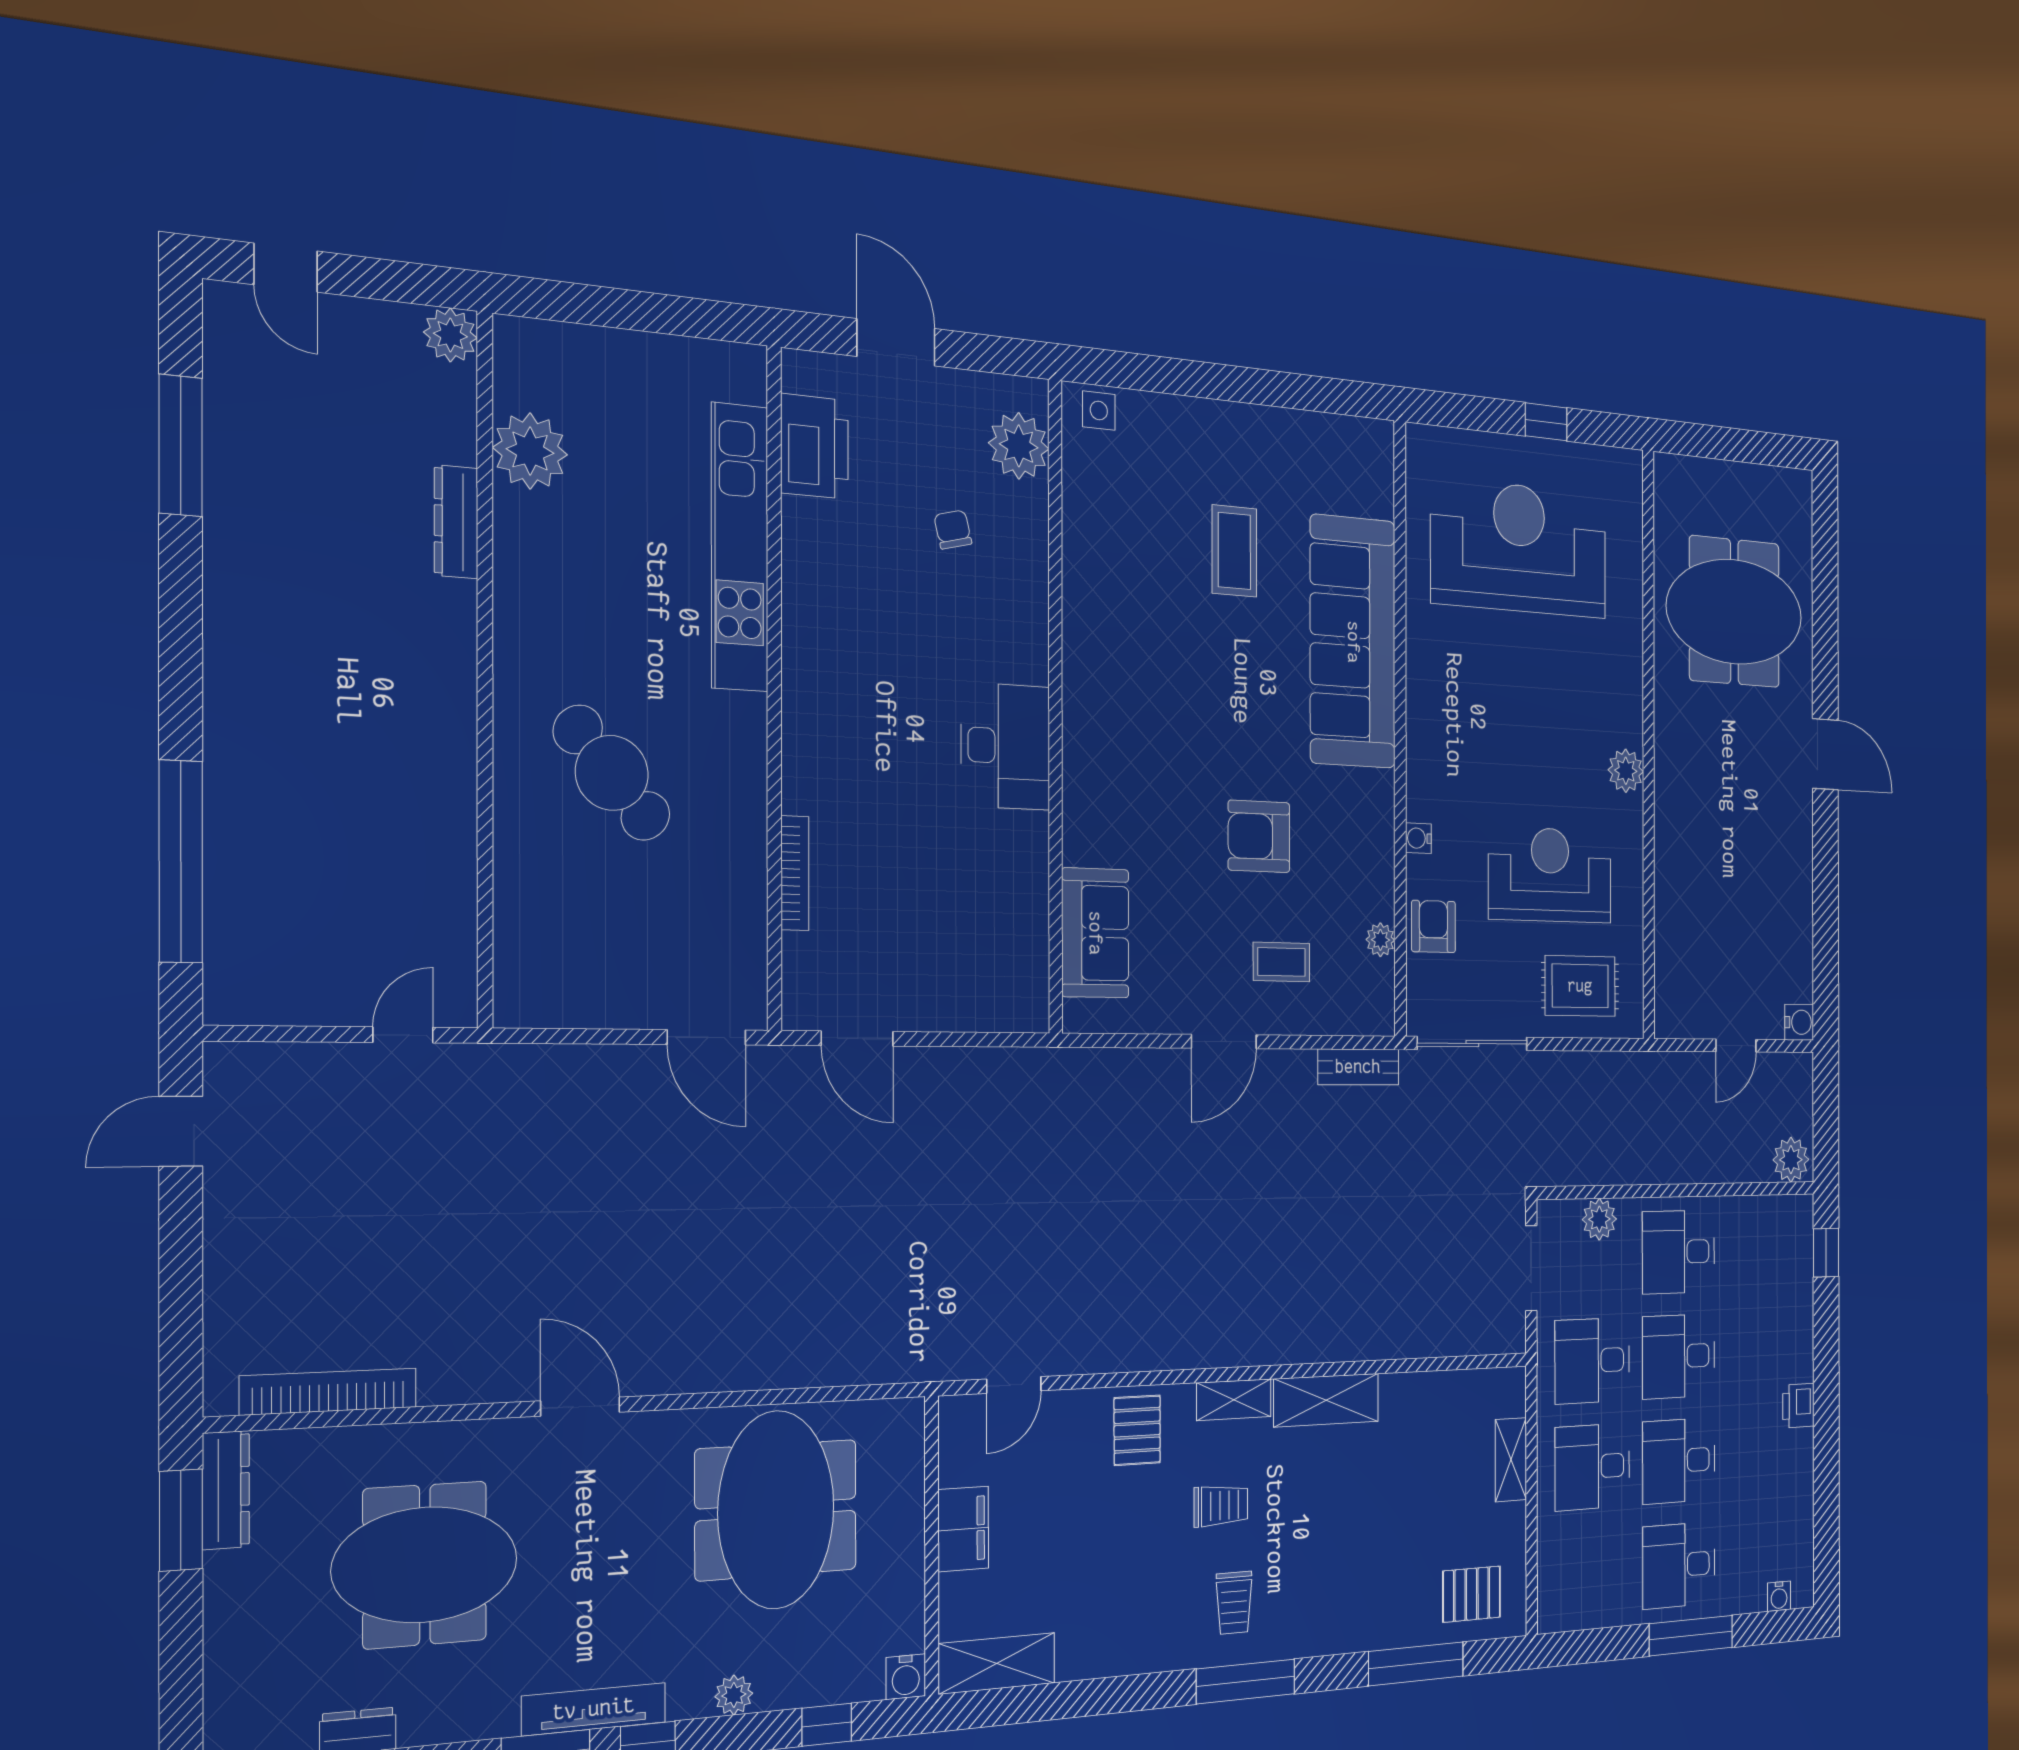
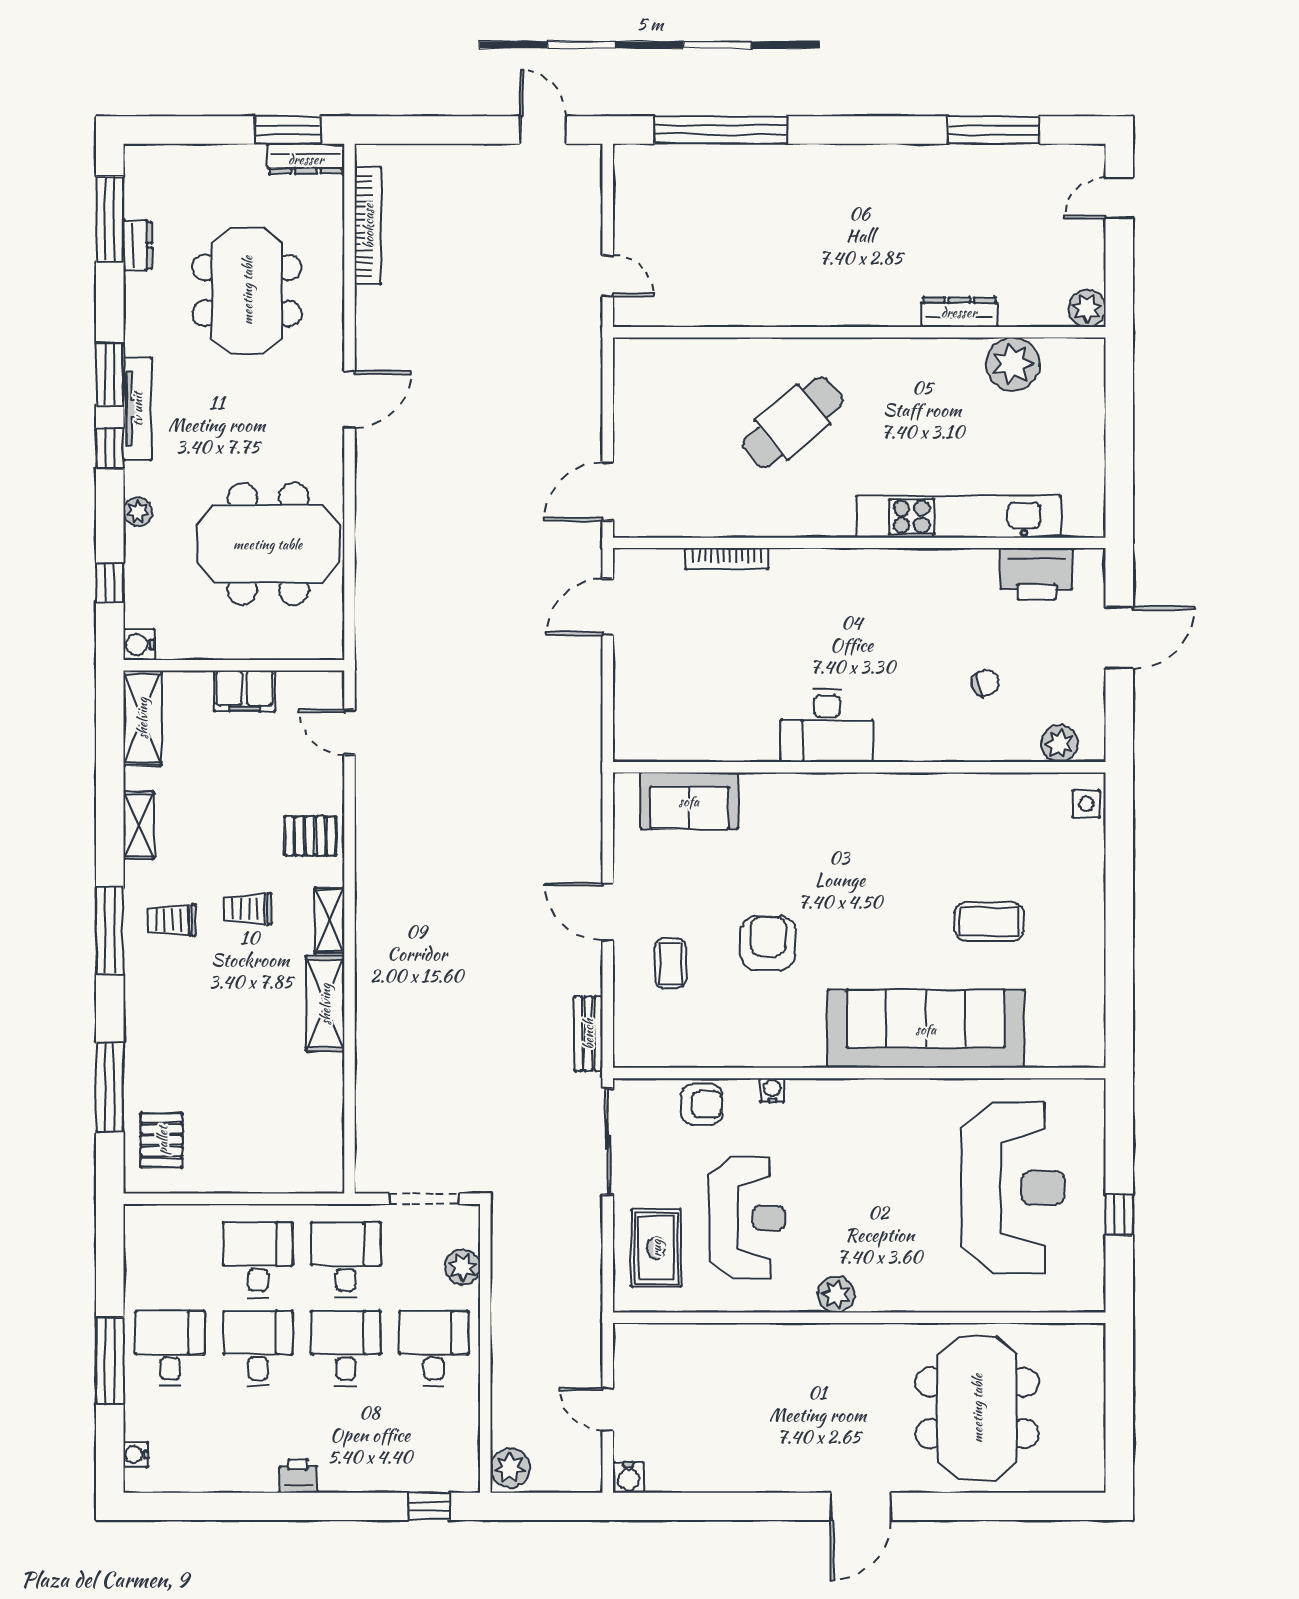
plant: (1019, 446) -> (1060, 744), width x0.73, depth x0.73
plant: (1380, 940) -> (690, 1054), removed
shelving: (1511, 1460) -> (139, 825), moved, turned 90
trolley: (1221, 1506) -> (248, 909), turned 90

